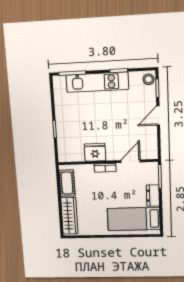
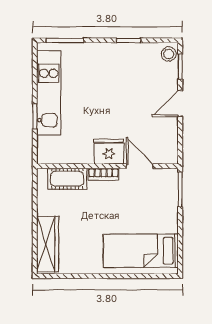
kitchen unit: (97, 82) -> (49, 93), moved, turned -90
fridge: (95, 152) -> (109, 152), moved
door: (131, 161) -> (140, 166), hinge flipped
cot: (67, 183) -> (67, 179), moved, turned 90
dresser: (153, 196) -> (169, 217), removed

